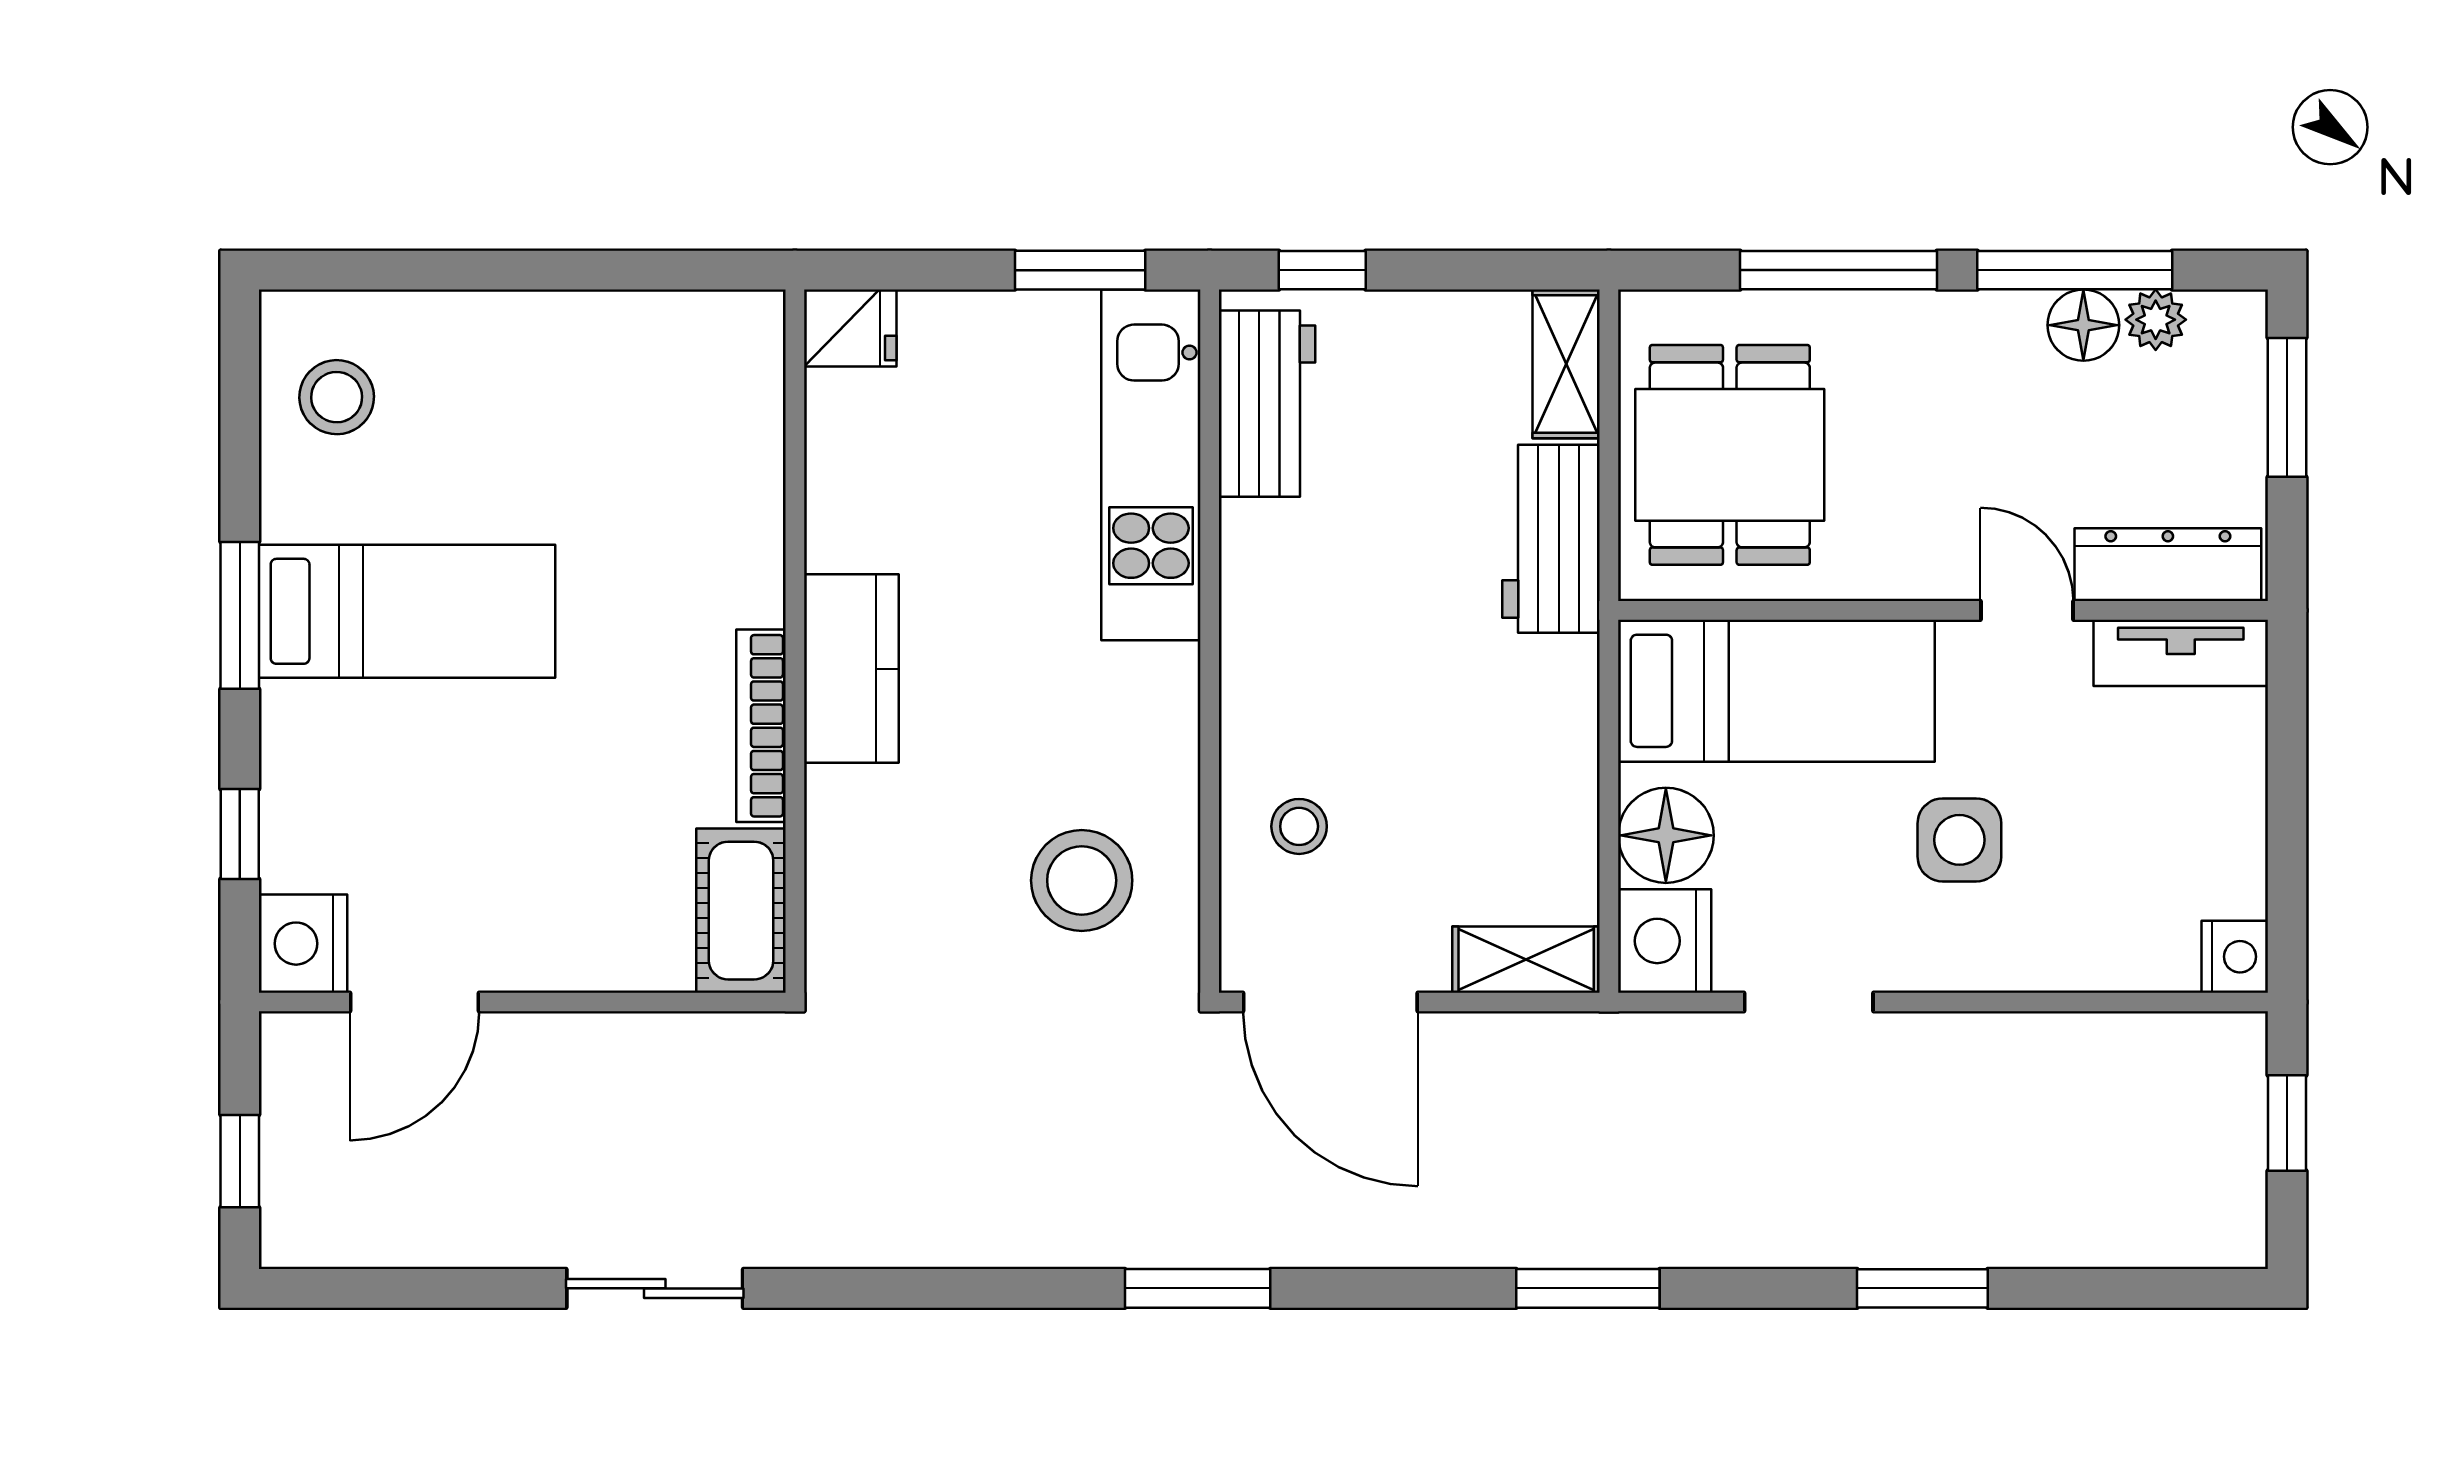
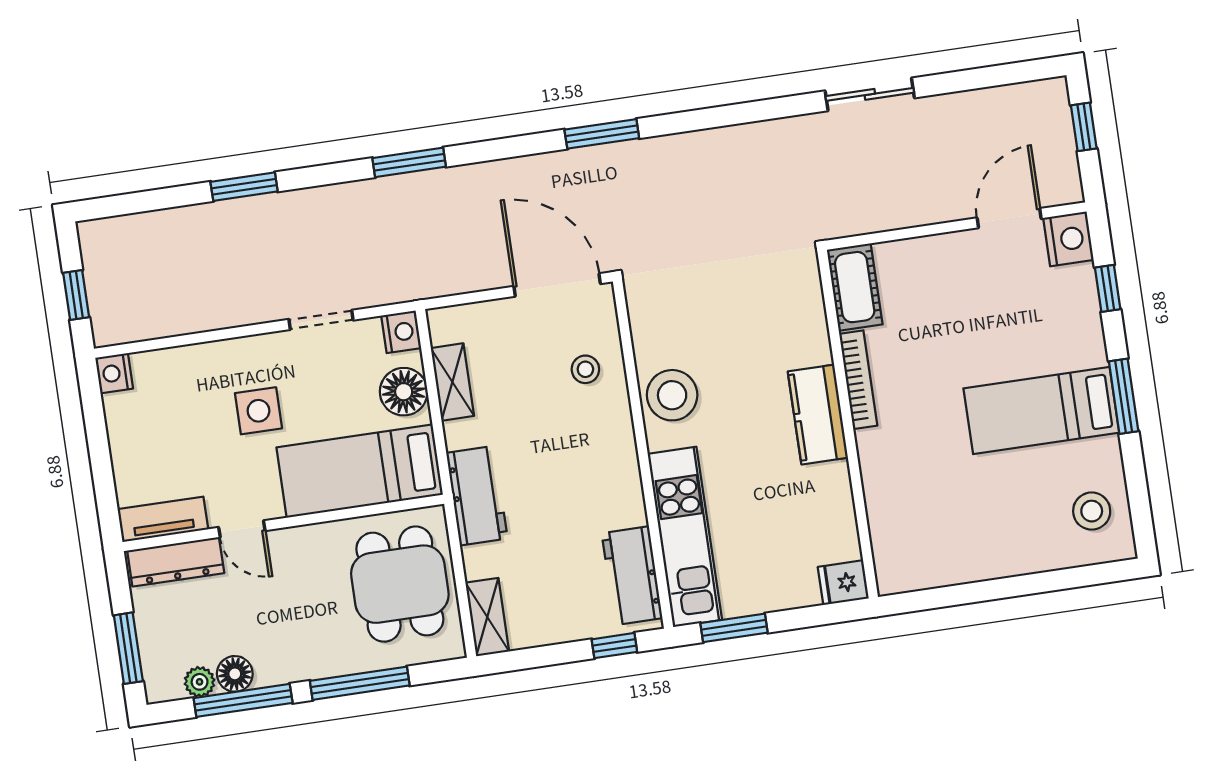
workbench: (1551, 539) -> (477, 496), moved
stool: (1082, 880) -> (672, 395), moved
nightstand: (1665, 941) -> (401, 332), width x0.74, depth x0.75
shelving: (1526, 960) -> (452, 382), moved, turned 90

